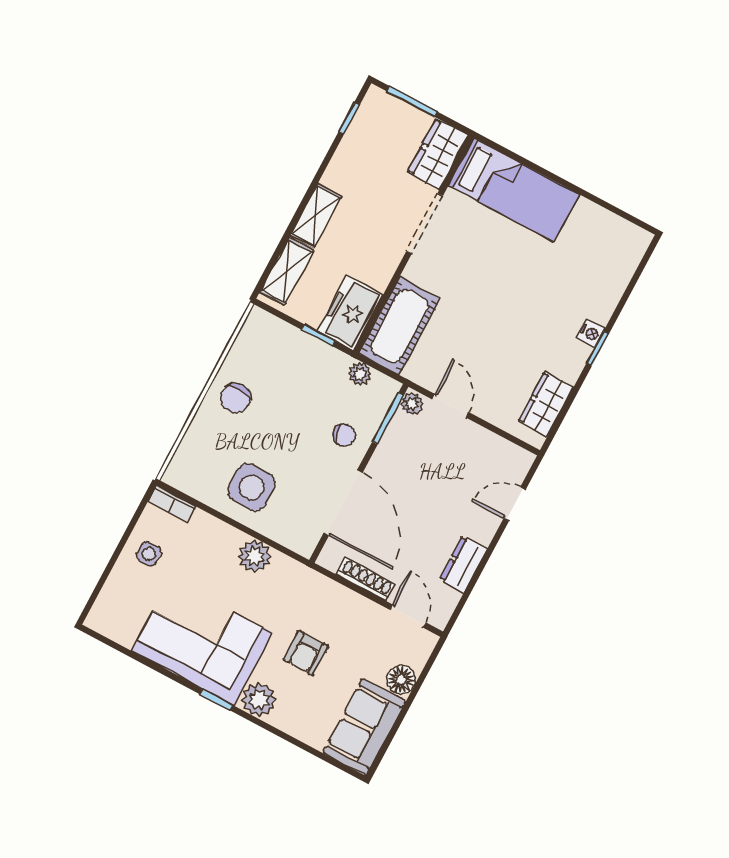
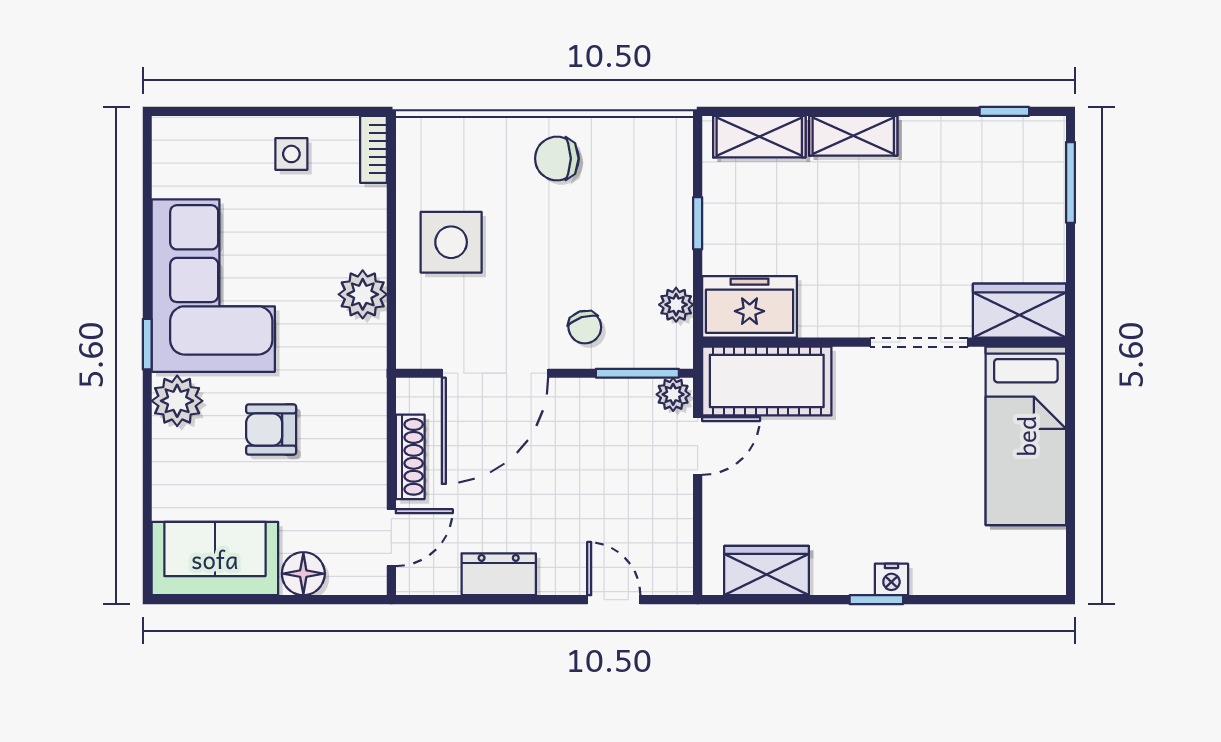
wardrobe: (438, 154) -> (1019, 311), moved
bed: (514, 190) -> (1026, 436), moved
doorway: (425, 224) -> (919, 342), moved
wall: (414, 244) -> (884, 342), moved
freezer: (350, 313) -> (750, 307), moved
cot: (399, 326) -> (767, 381), moved

